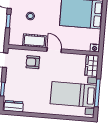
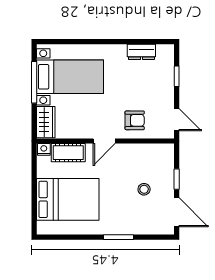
cot: (34, 41) -> (68, 153), moved
door: (54, 50) -> (104, 141), hinge flipped
dresser: (14, 106) -> (141, 52), moved

